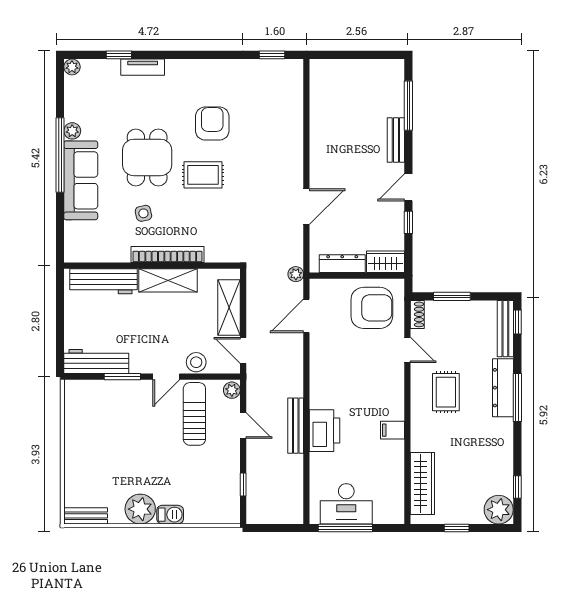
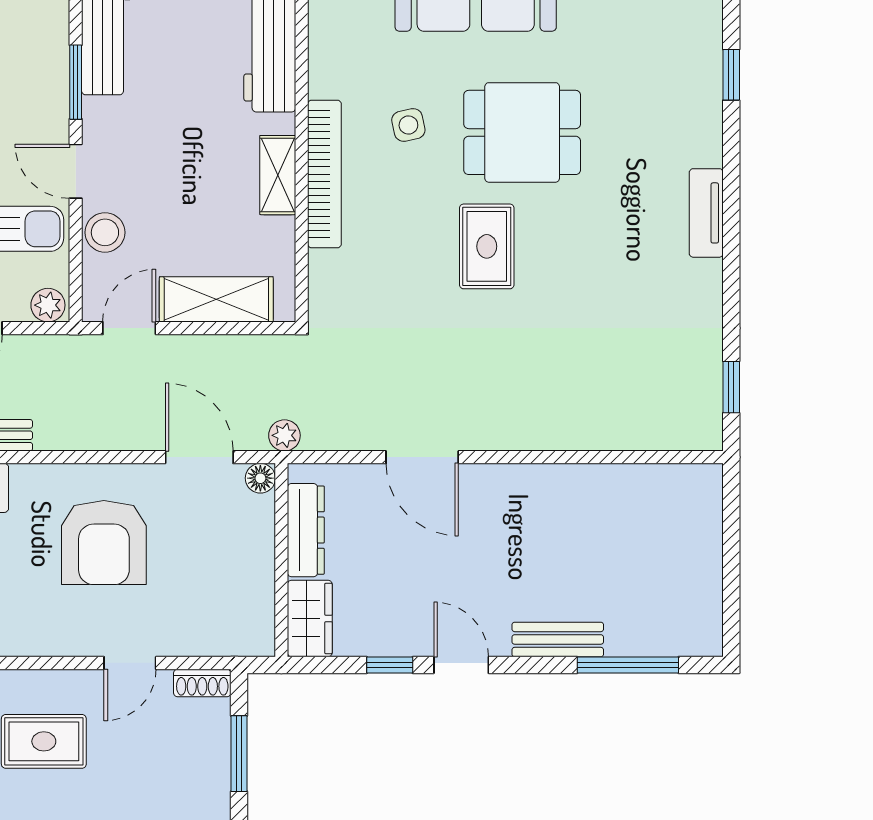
tv unit: (143, 67) -> (706, 213), moved
armchair: (212, 124) -> (591, 265), removed
shelving: (168, 280) -> (278, 175), width x0.67, depth x0.75
floor lamp: (317, 286) -> (260, 478), added
armchair: (372, 308) -> (104, 543), moved

